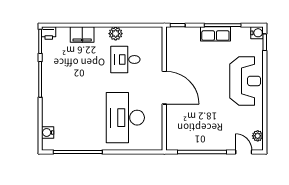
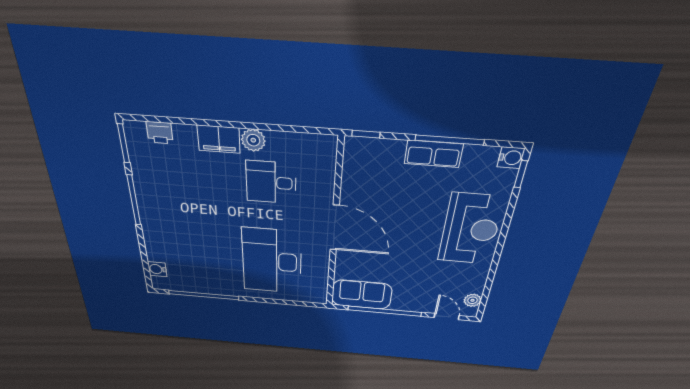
printer: (49, 33) -> (160, 133), moved
filing cabinet: (82, 35) -> (219, 139), moved
sofa: (185, 139) -> (362, 295), added

